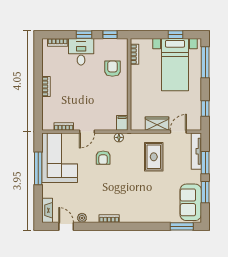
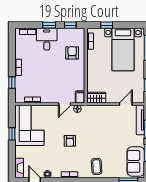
window: (175, 35) -> (107, 25), moved
window: (38, 105) -> (12, 83), added
wardrobe: (157, 124) -> (96, 98), moved
door: (87, 132) -> (65, 104), moved
rug: (154, 157) -> (106, 124), removed
armchair: (103, 158) -> (70, 141), moved
window: (38, 168) -> (12, 134), width x0.46
coffee table: (142, 208) -> (97, 166), added

